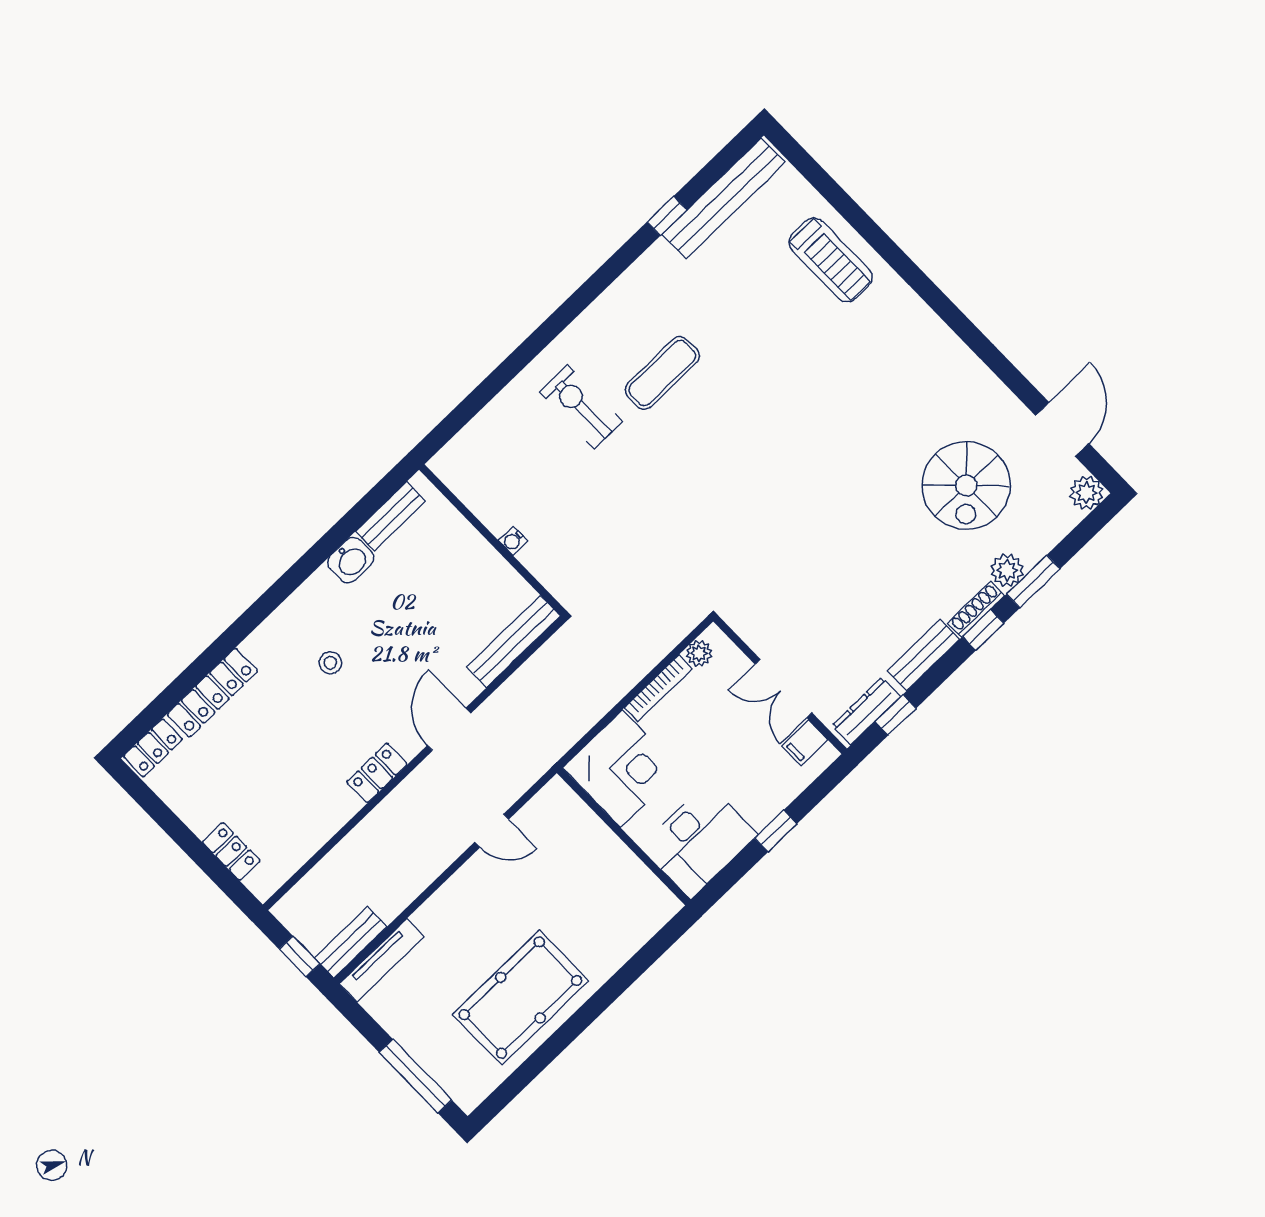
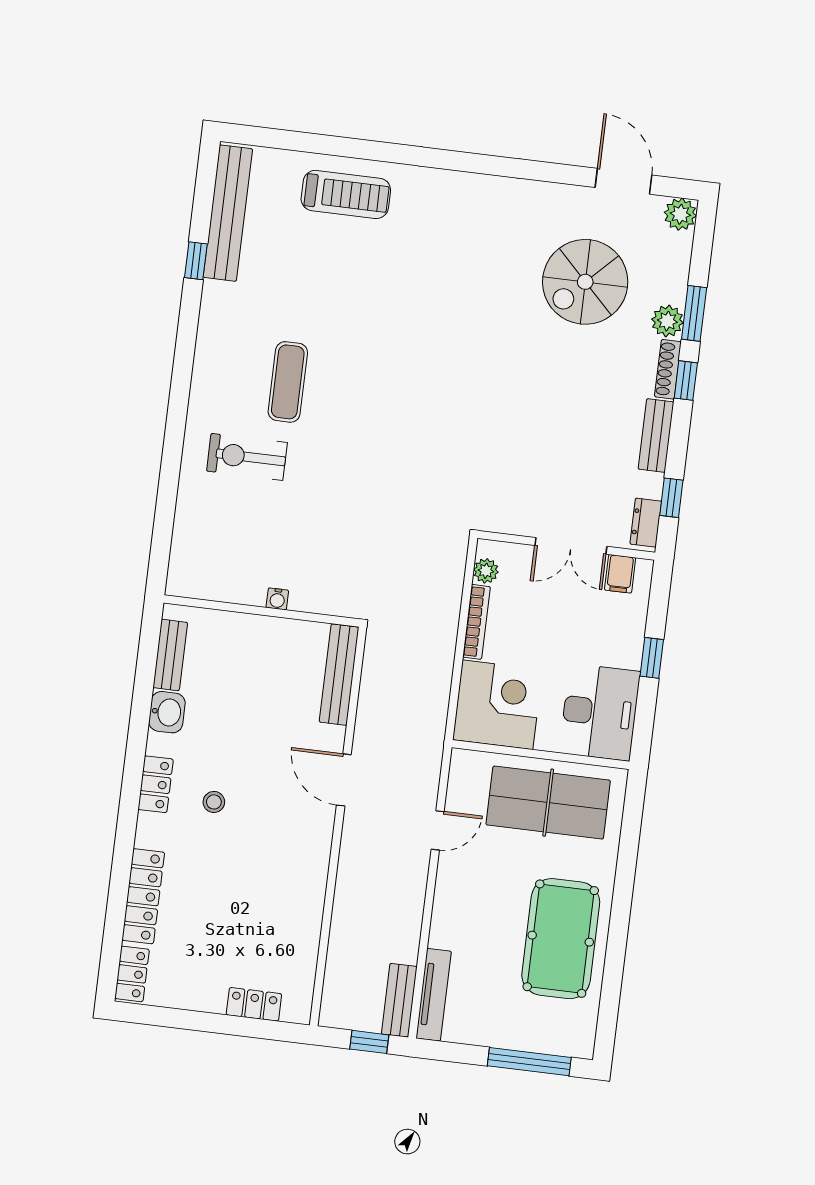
spiral stairs: (966, 485) -> (585, 282), turned 90
dresser: (866, 711) -> (646, 523), width x0.70
locker: (377, 773) -> (156, 784), moved, turned 180
table tennis table: (599, 880) -> (548, 803), added

